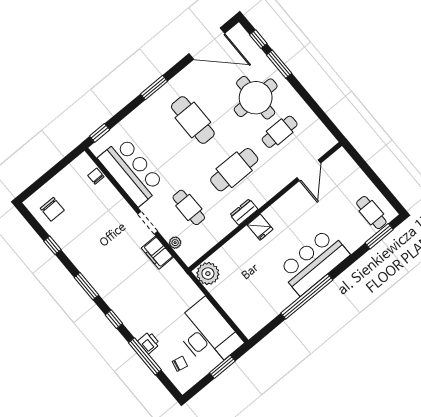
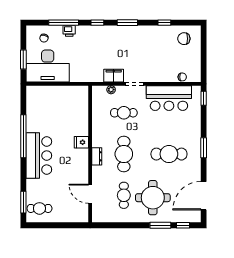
dresser: (244, 212) -> (97, 156), moved
plant: (208, 274) -> (80, 93), removed

